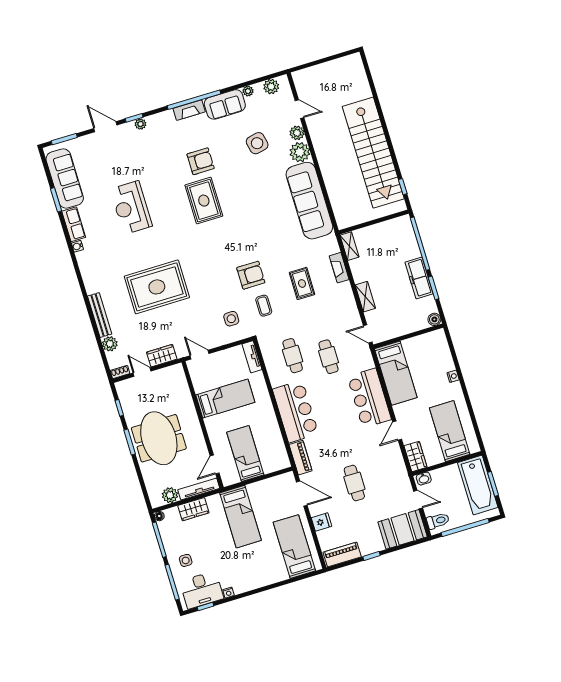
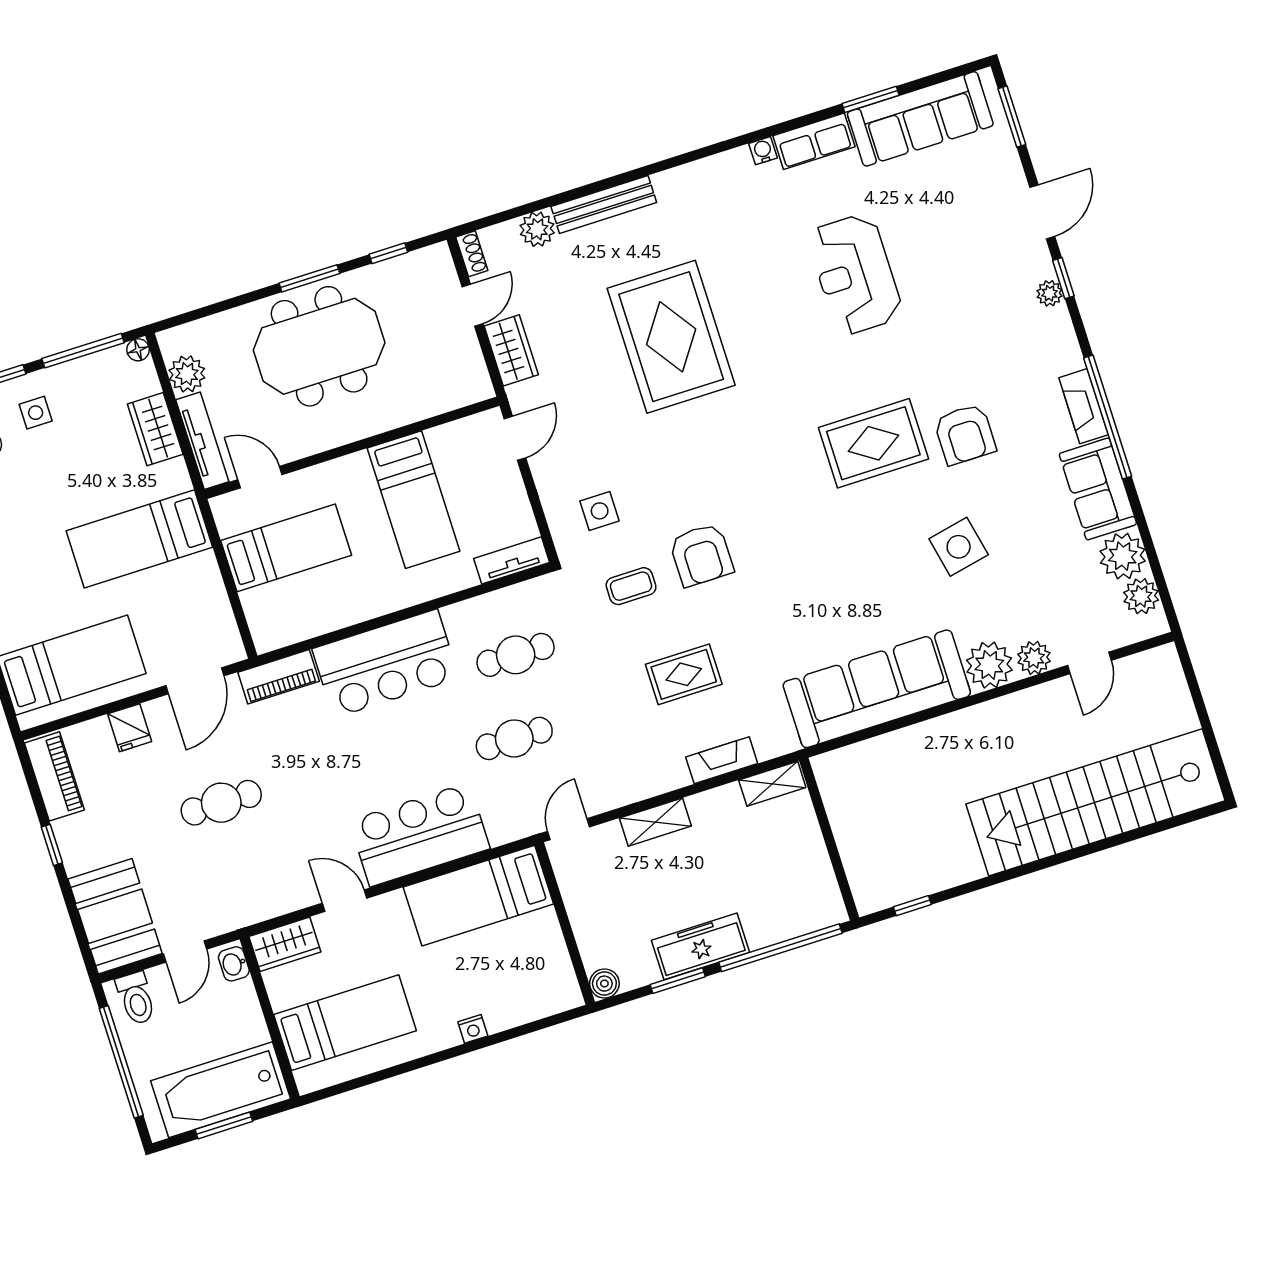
plant: (248, 91) -> (1123, 556), width x1.88, depth x1.88
side table: (257, 143) -> (959, 547), moved
stairs: (373, 153) -> (1095, 802), moved
reception desk: (131, 208) -> (855, 274), turned -90

